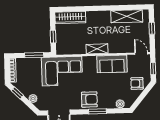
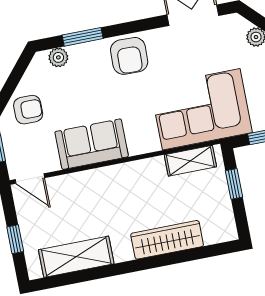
wardrobe: (70, 18) -> (167, 240), moved
shelving: (97, 49) -> (190, 161), moved
armchair: (89, 99) -> (129, 56), turned -89
window: (98, 111) -> (83, 37), moved

